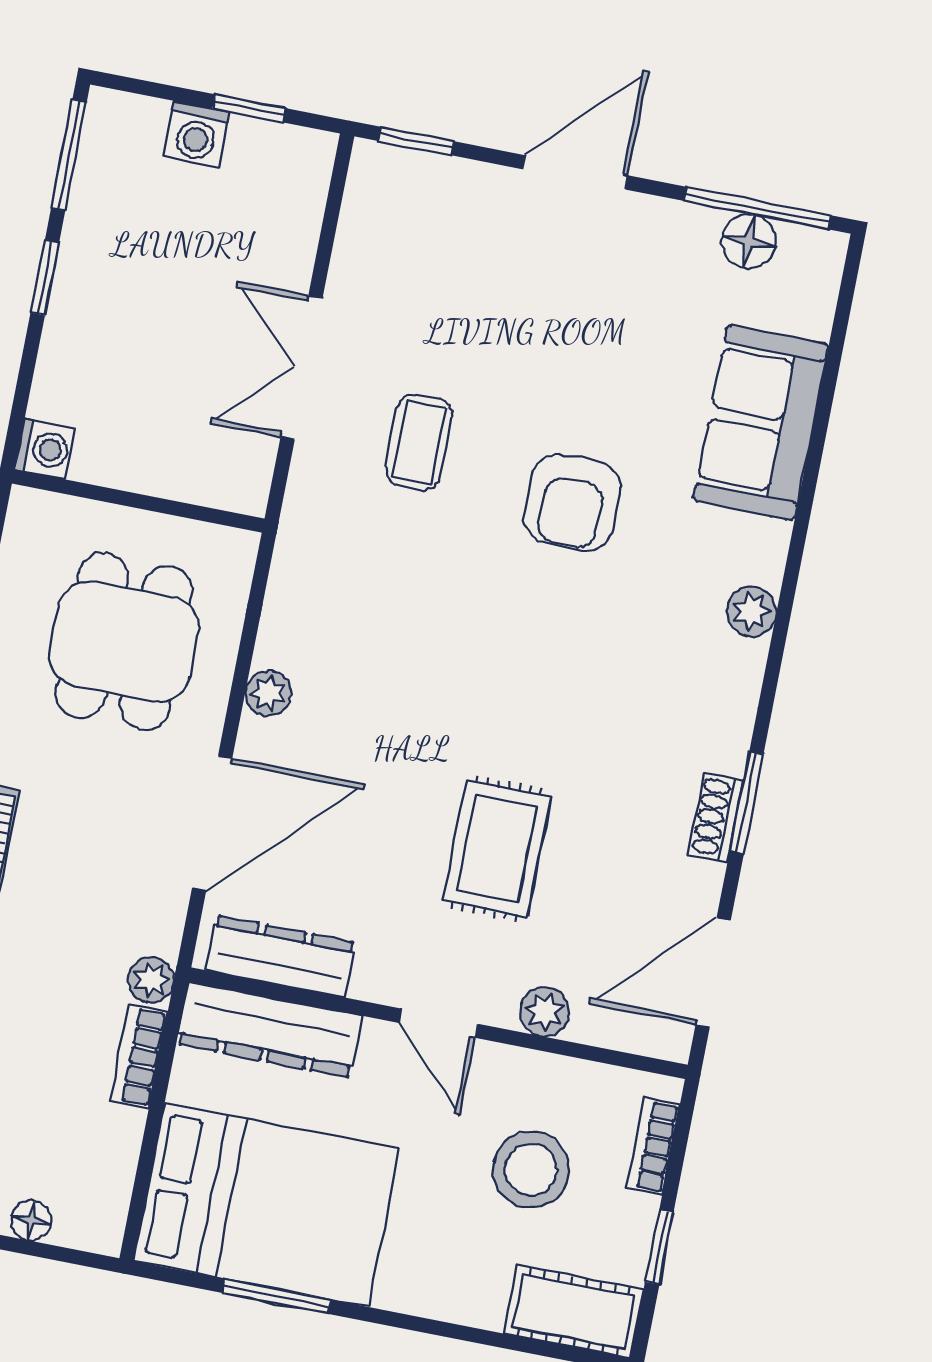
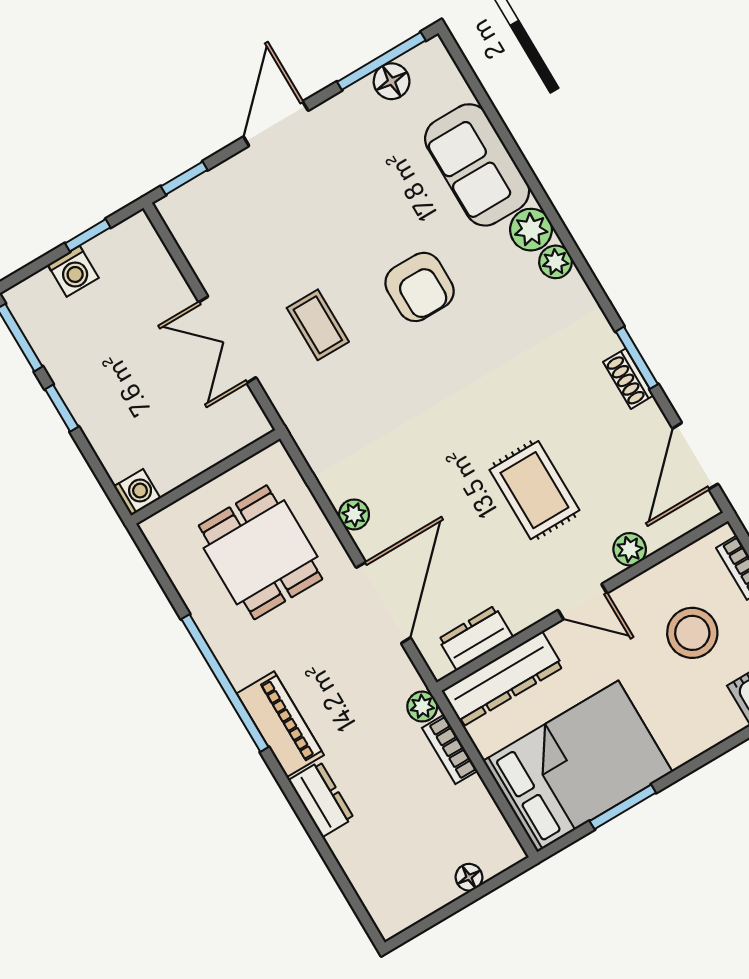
plant: (756, 550) -> (531, 230), added
dresser: (281, 956) -> (476, 638), width x0.70

